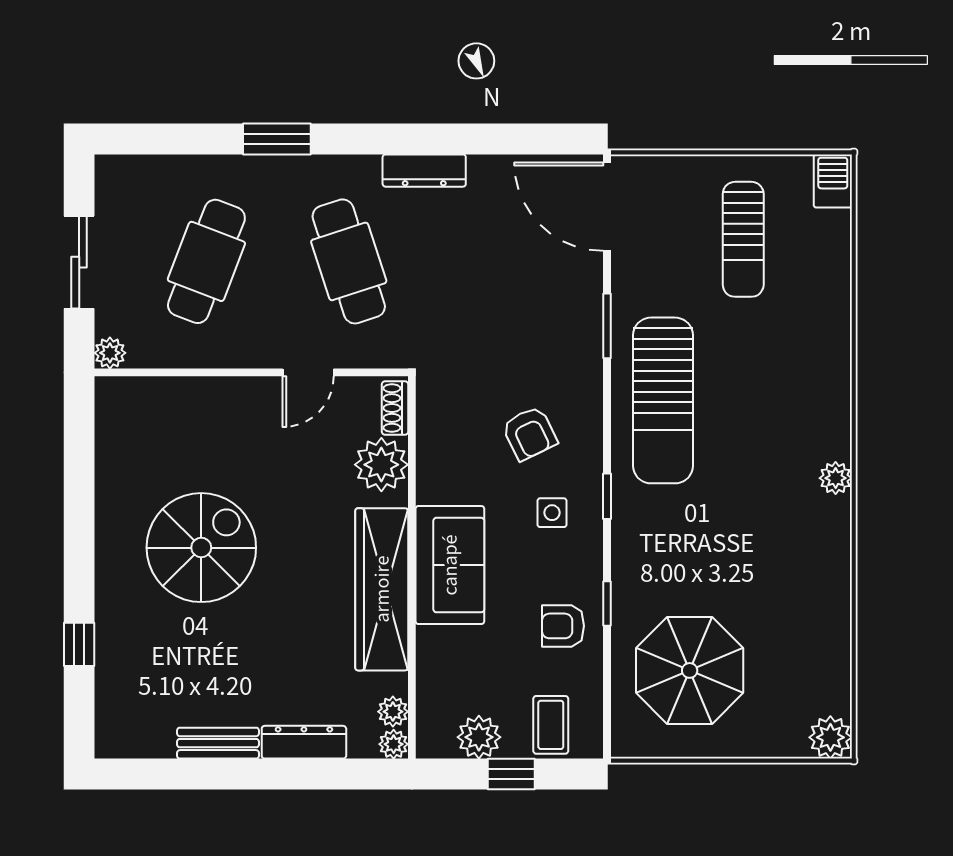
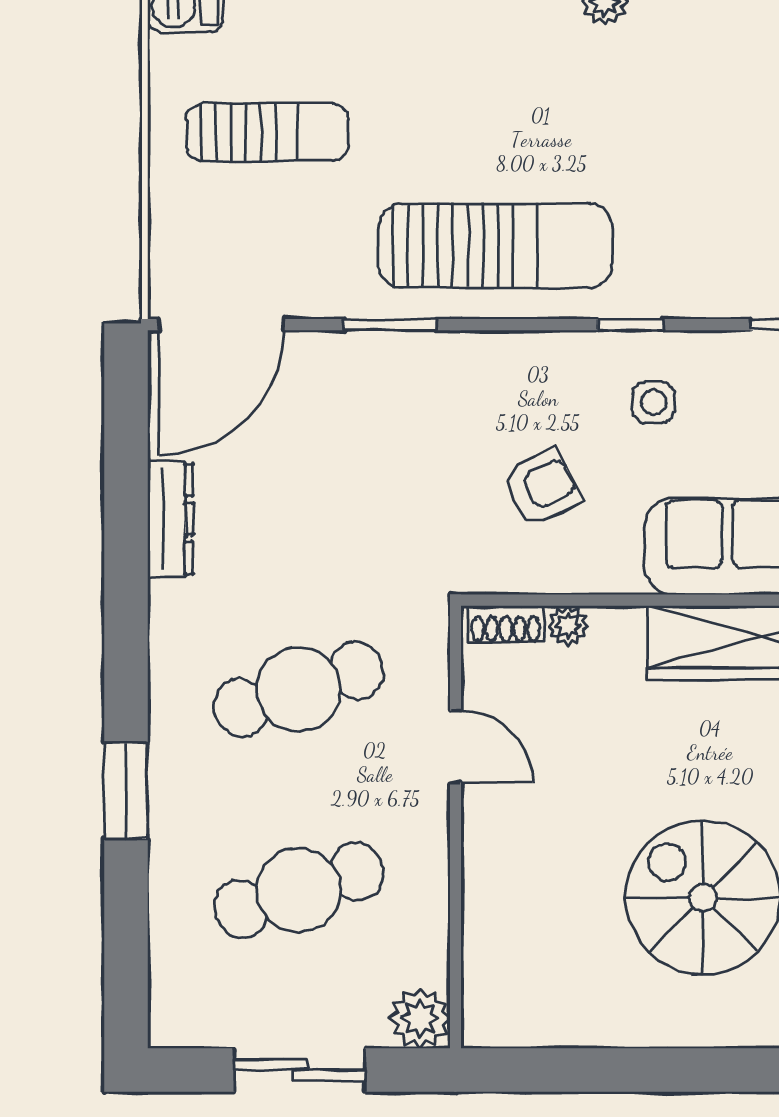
dresser: (424, 171) -> (170, 519), moved
cafe table: (206, 261) -> (299, 890), turned -39
plant: (110, 353) -> (420, 1018), width x1.38, depth x1.38
armchair: (530, 433) -> (541, 487), moved
plant: (381, 465) -> (568, 626), width x0.53, depth x0.53

